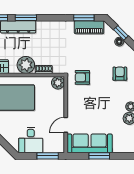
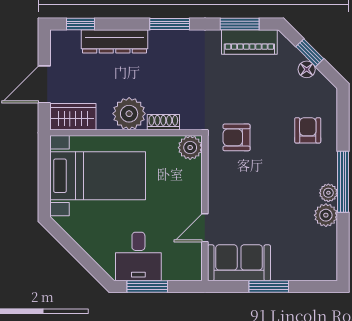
window: (26, 18) -> (170, 24), moved
sofa: (90, 143) -> (239, 263), width x0.73
window: (48, 156) -> (147, 287), moved

